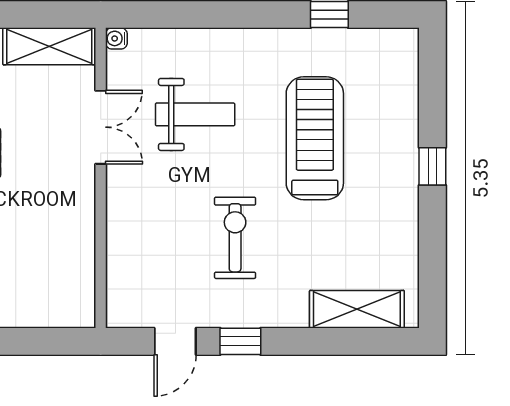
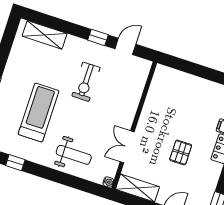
weight bench: (195, 114) -> (74, 155), moved, turned 180
treadmill: (315, 138) -> (39, 113), turned 180

